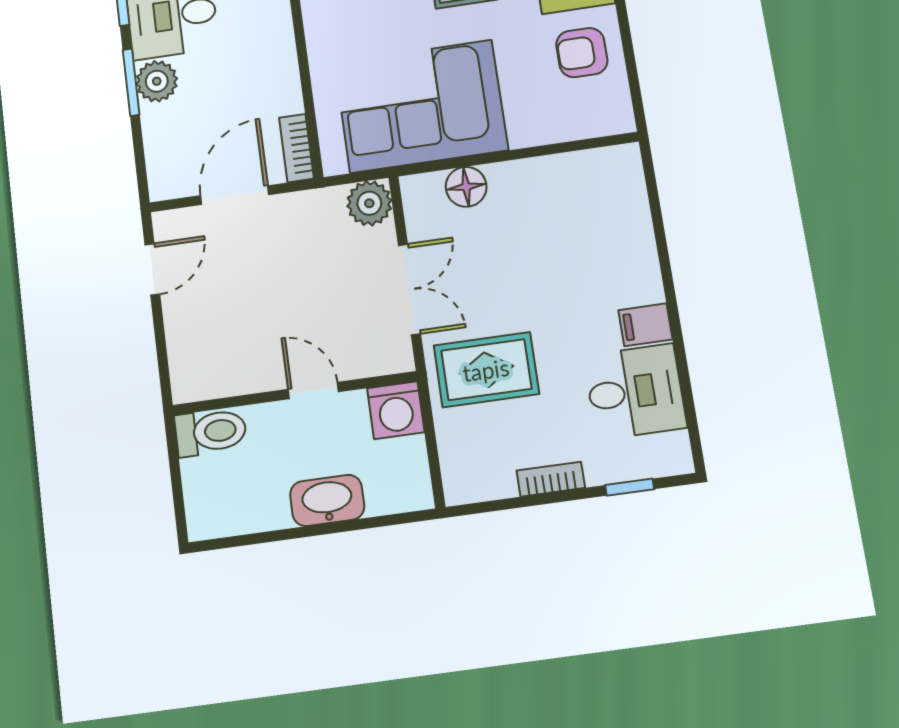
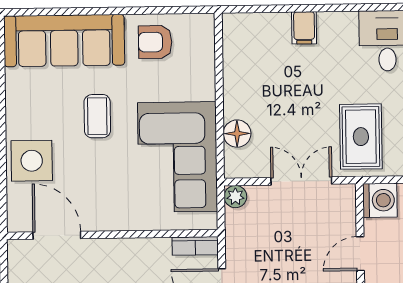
armchair: (582, 53) -> (155, 42), turned 90
plant: (369, 203) -> (235, 197), width x0.73, depth x0.73
filing cabinet: (645, 325) -> (304, 28), moved

